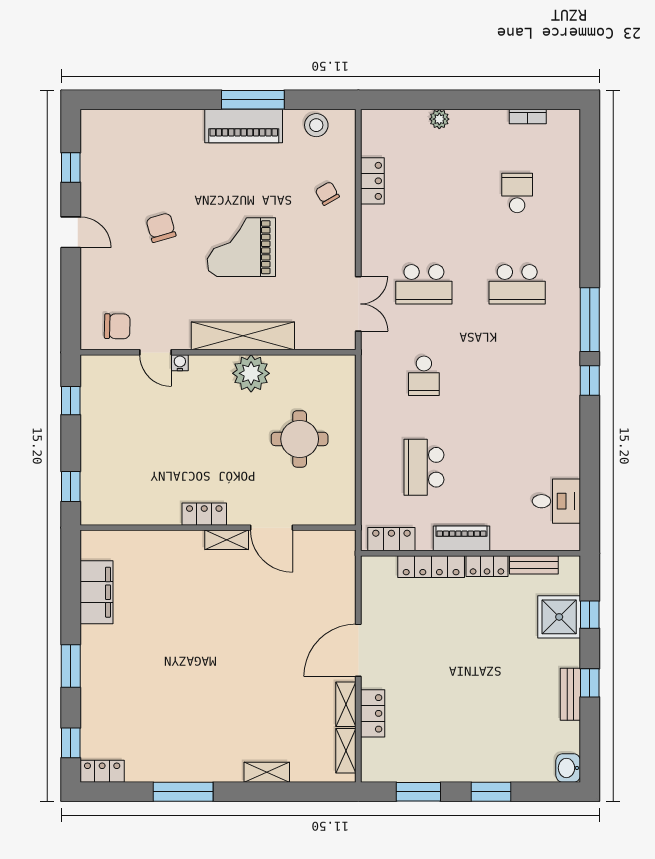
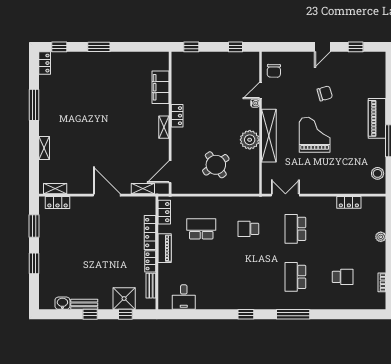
piano: (244, 126) -> (377, 118), moved
chair: (327, 193) -> (342, 179), removed
double door: (358, 304) -> (285, 195), swing flipped
window: (590, 320) -> (293, 314), moved
round table: (300, 439) -> (216, 165), turned -35
door: (272, 528) -> (170, 172), moved
filing cabinet: (97, 592) -> (160, 87), moved, turned 90
shelving: (346, 704) -> (143, 189), moved
locker: (373, 713) -> (58, 202), moved
washbasin: (568, 768) -> (62, 303), moved

